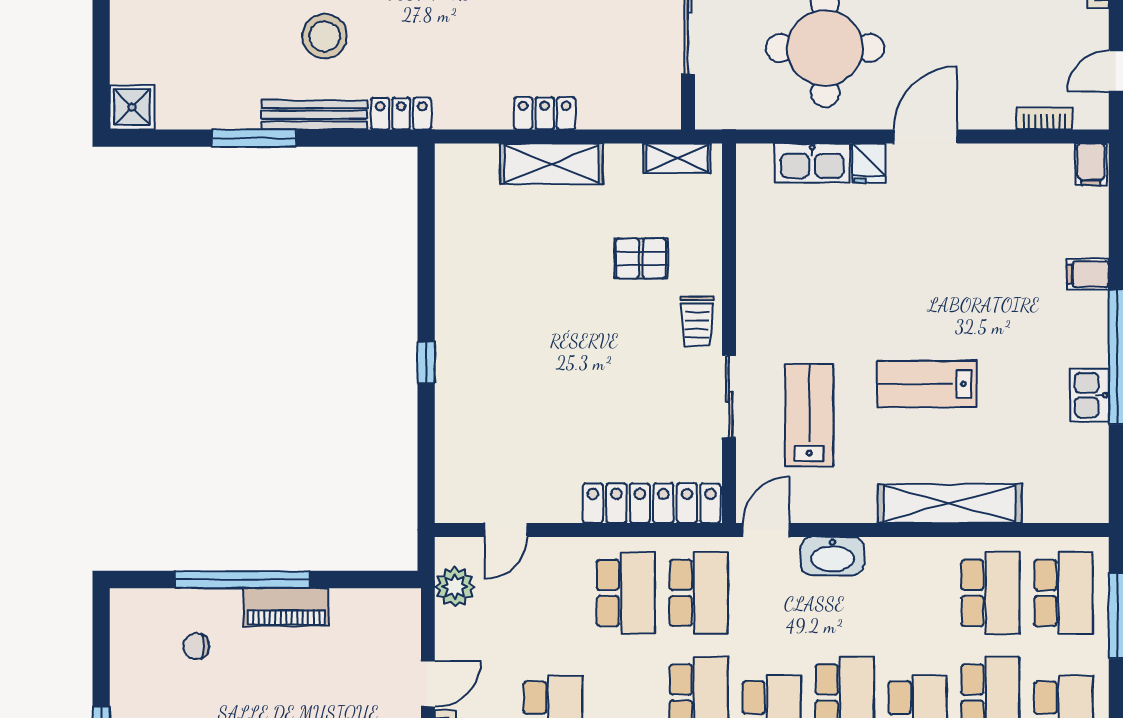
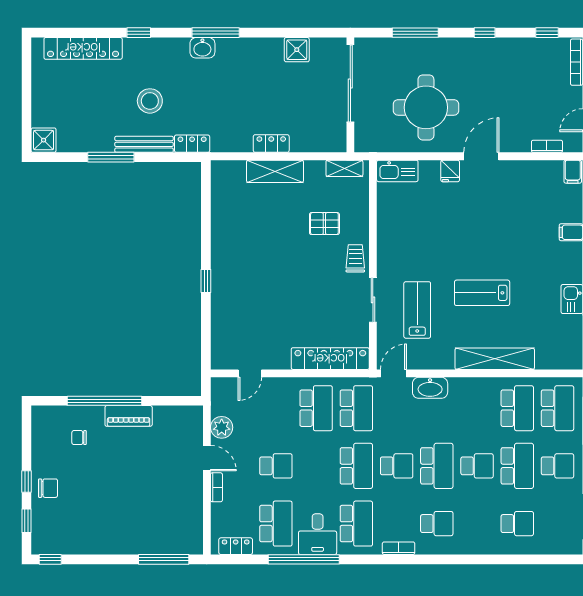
kitchen sink: (812, 163) -> (397, 171), moved
trolley: (697, 321) -> (355, 258), turned 180
plant: (455, 587) -> (222, 427), moved
door: (428, 684) -> (207, 458), hinge flipped

